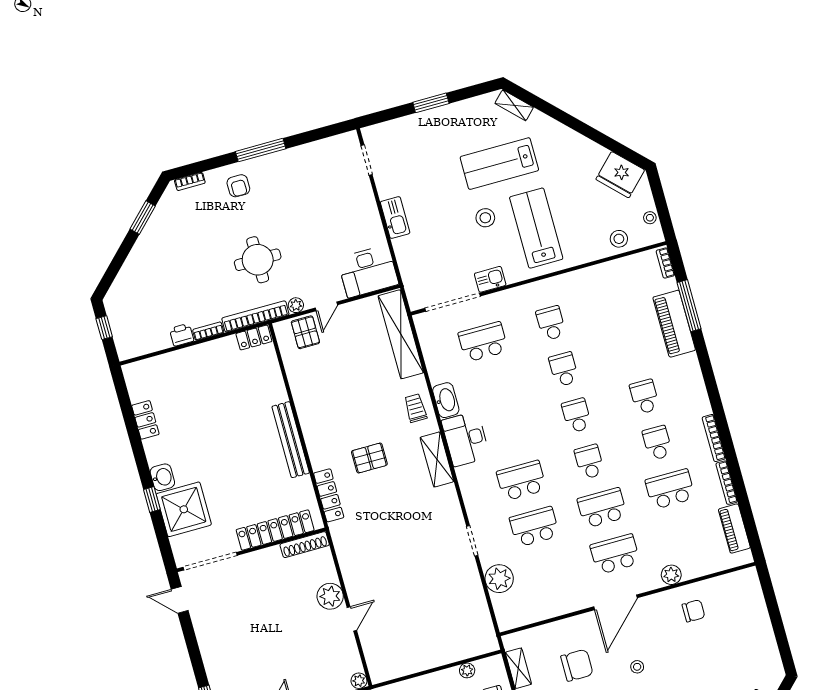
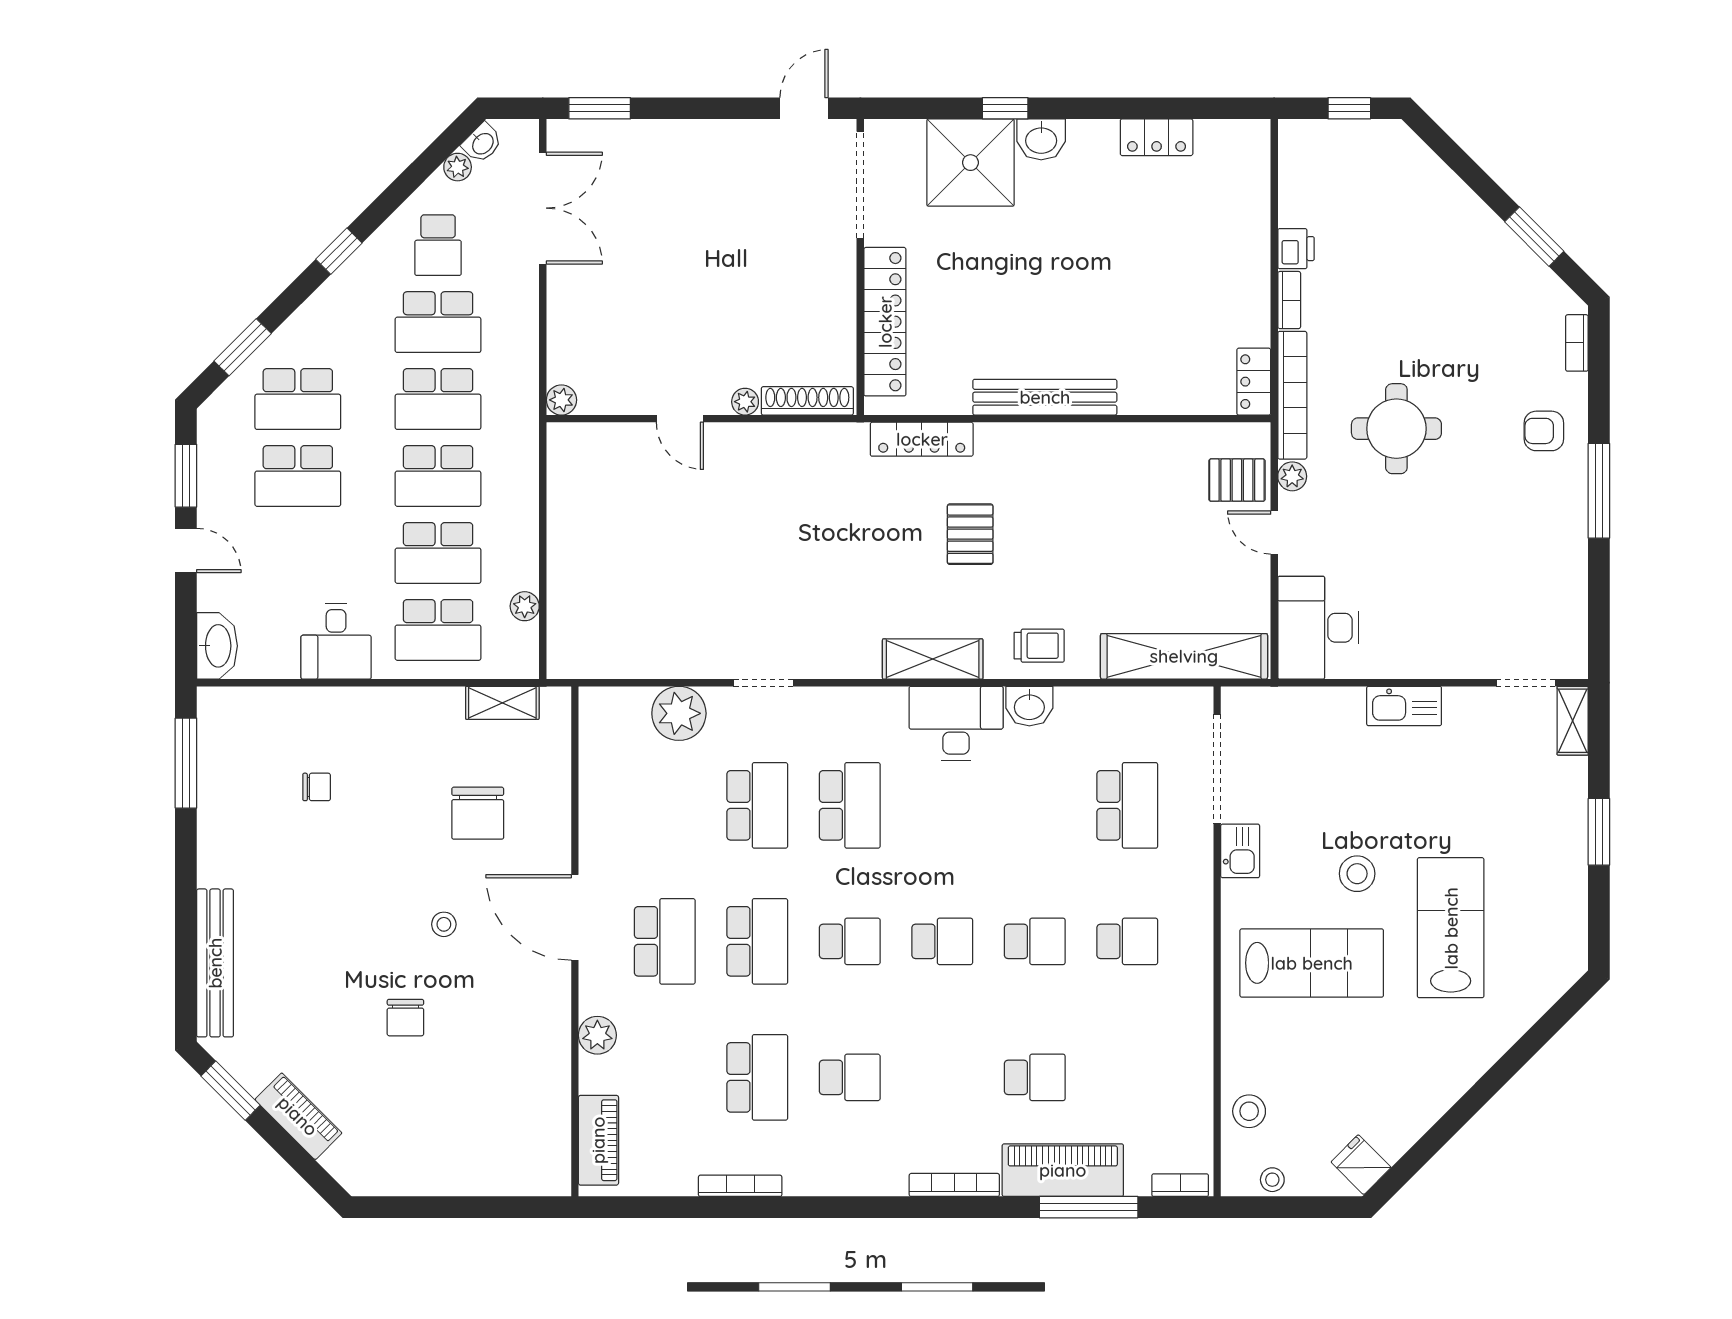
shelving: (514, 105) -> (1573, 721), moved, turned -45
fridge: (620, 175) -> (1361, 1165), width x0.53, depth x0.75
school desk: (645, 397) -> (1035, 1077), moved
washbasin: (446, 400) -> (1029, 706), width x0.72
bookcase: (714, 438) -> (954, 1185), moved
piano: (734, 529) -> (598, 1140), moved, turned 90
shoe rack: (305, 545) -> (807, 401), moved, turned 90
plant: (330, 596) -> (745, 402), width x0.53, depth x0.53
chair: (693, 611) -> (405, 1018), moved

